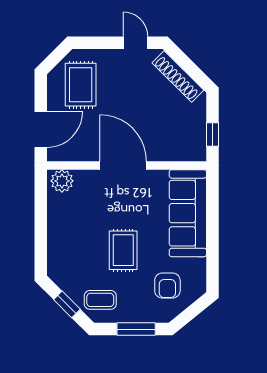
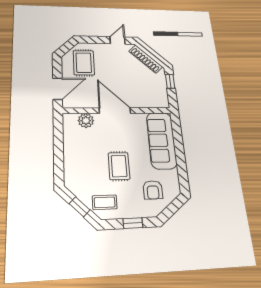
door: (136, 43) -> (118, 40), hinge flipped
window: (213, 134) -> (170, 81), moved
plant: (62, 181) -> (86, 121), moved
window: (136, 329) -> (133, 223), width x0.67

